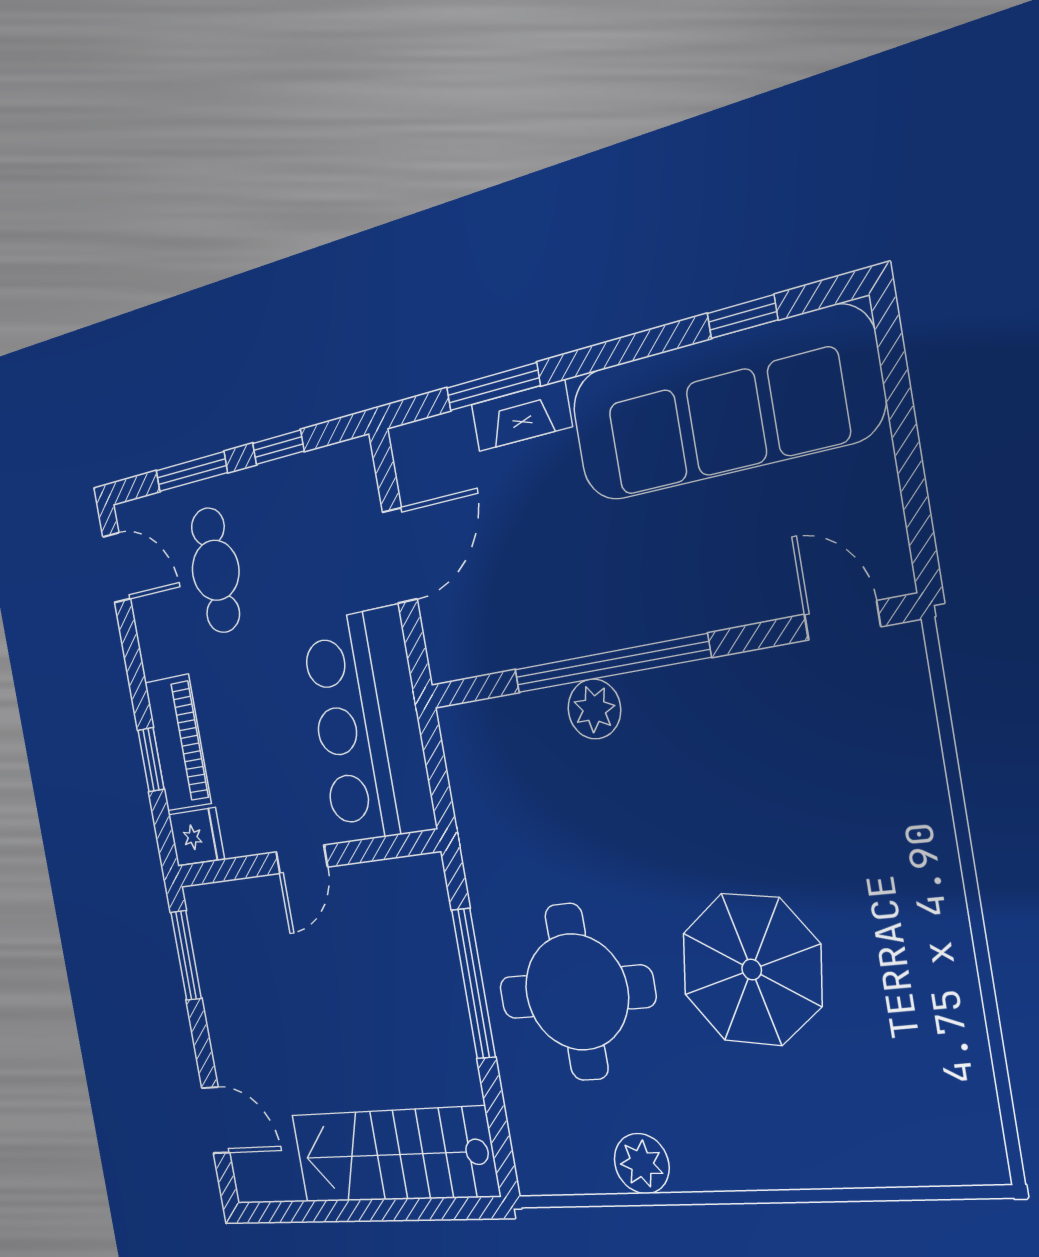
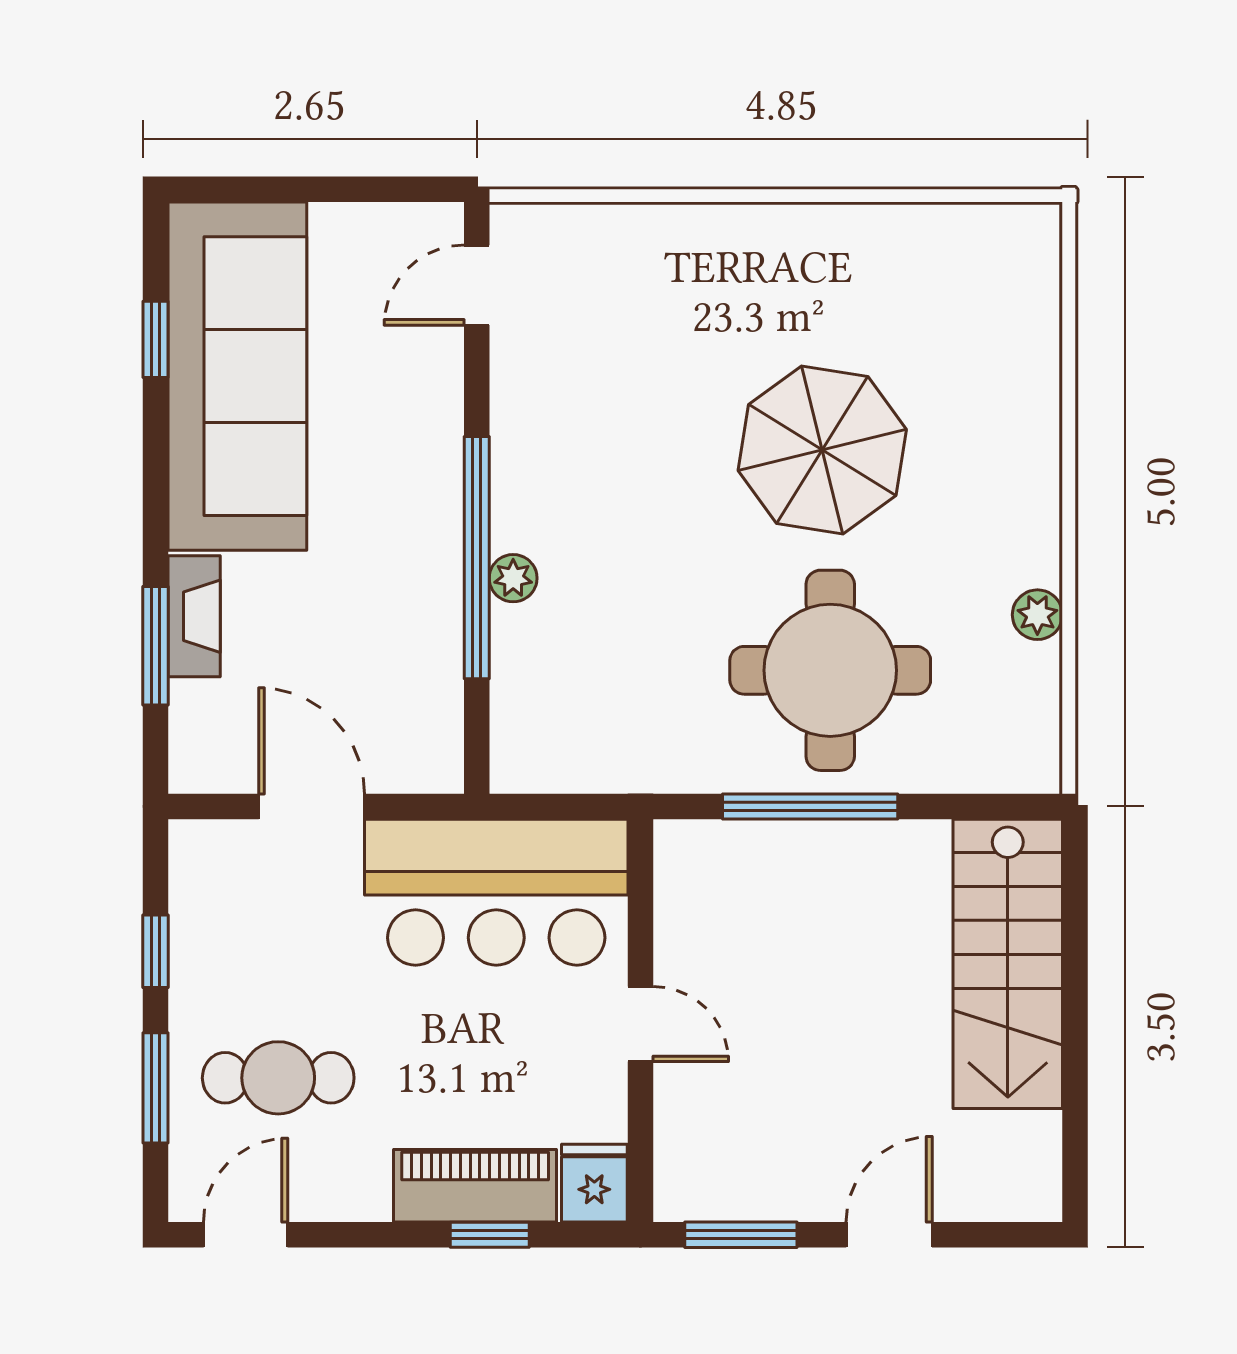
plant: (594, 709) -> (513, 578), width x0.73, depth x0.73
door: (216, 1120) -> (889, 1235), moved
plant: (642, 1164) -> (1037, 615), width x0.73, depth x0.73

